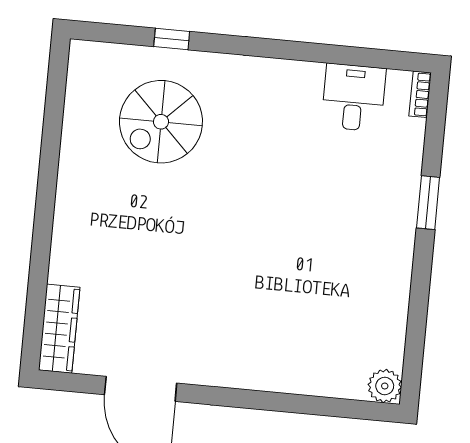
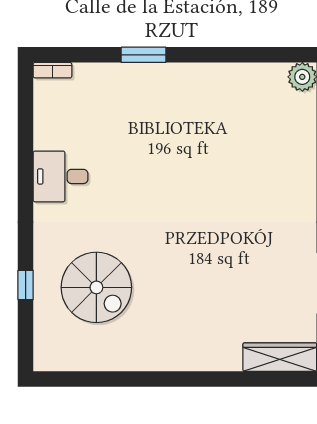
desk: (354, 97) -> (60, 176), moved

